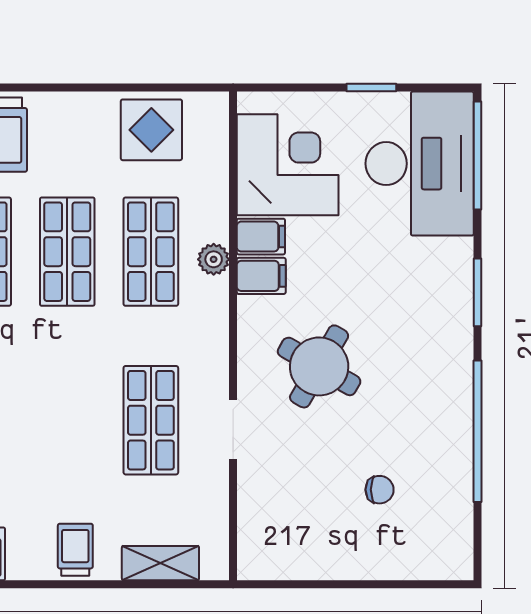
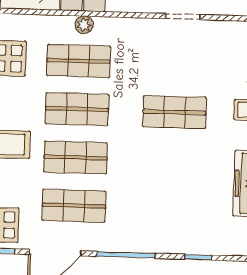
shop shelf: (151, 420) -> (174, 112), moved

